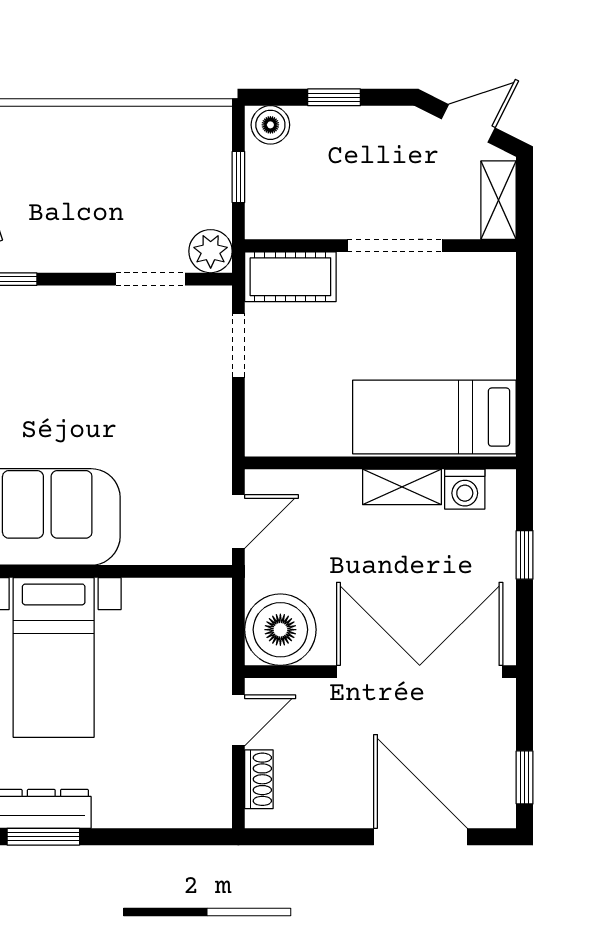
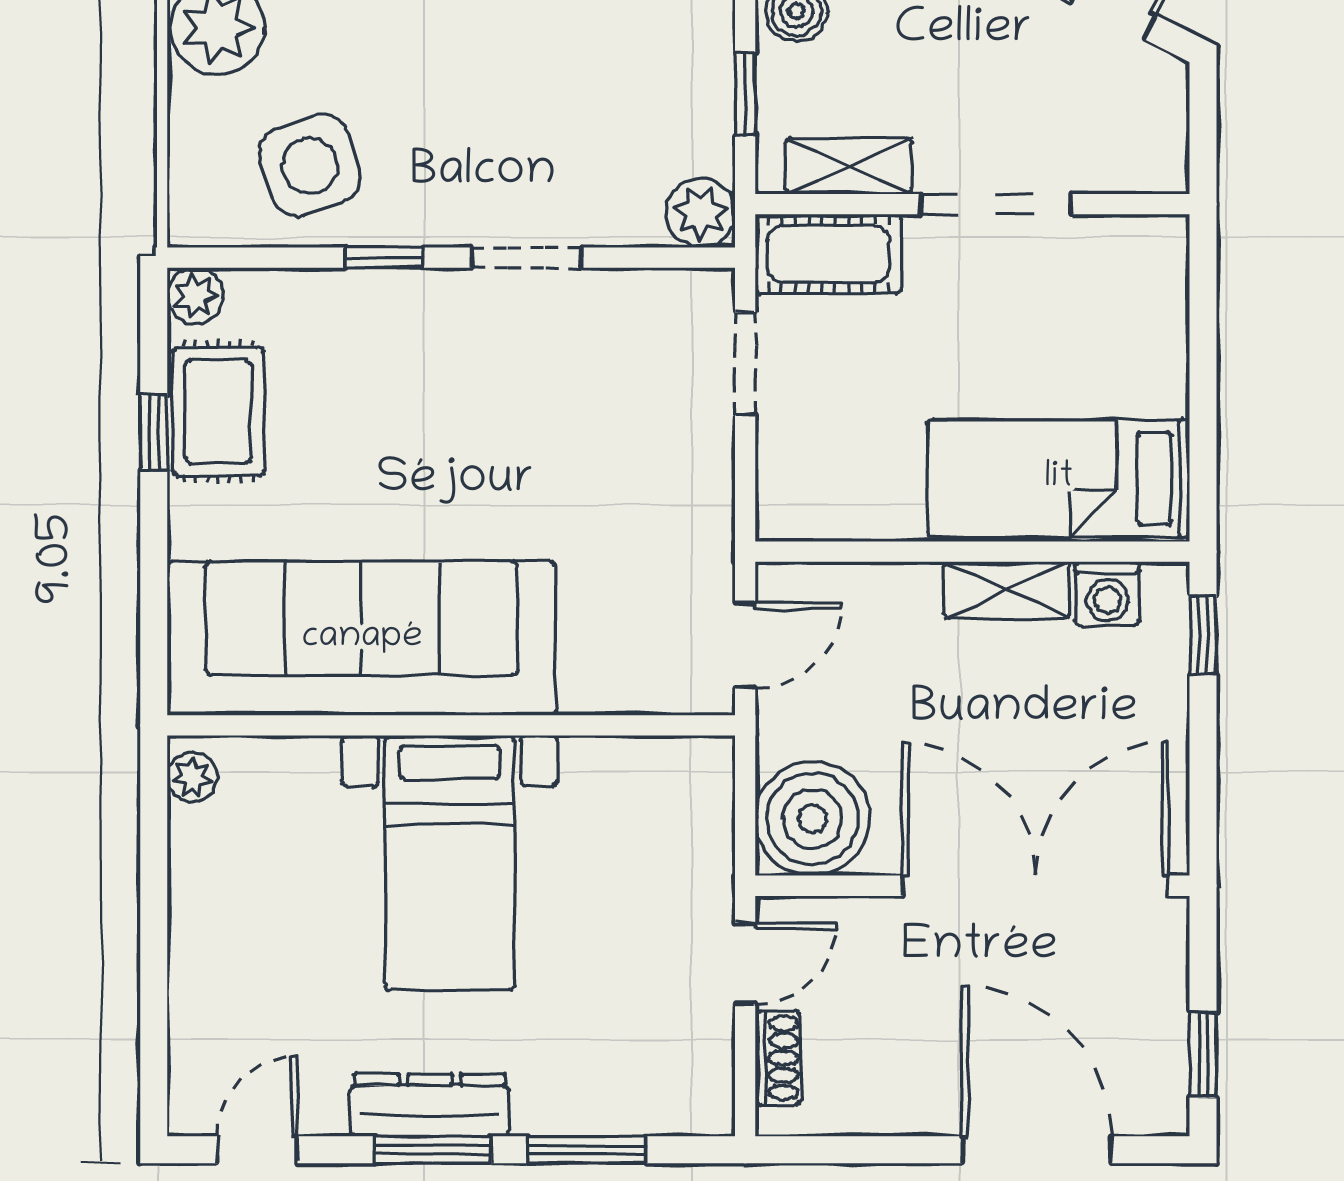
shelving: (499, 200) -> (849, 166), moved, turned 90
doorway: (150, 279) -> (527, 258), moved
window: (525, 555) -> (1203, 635), moved
window: (139, 837) -> (587, 1150), added

